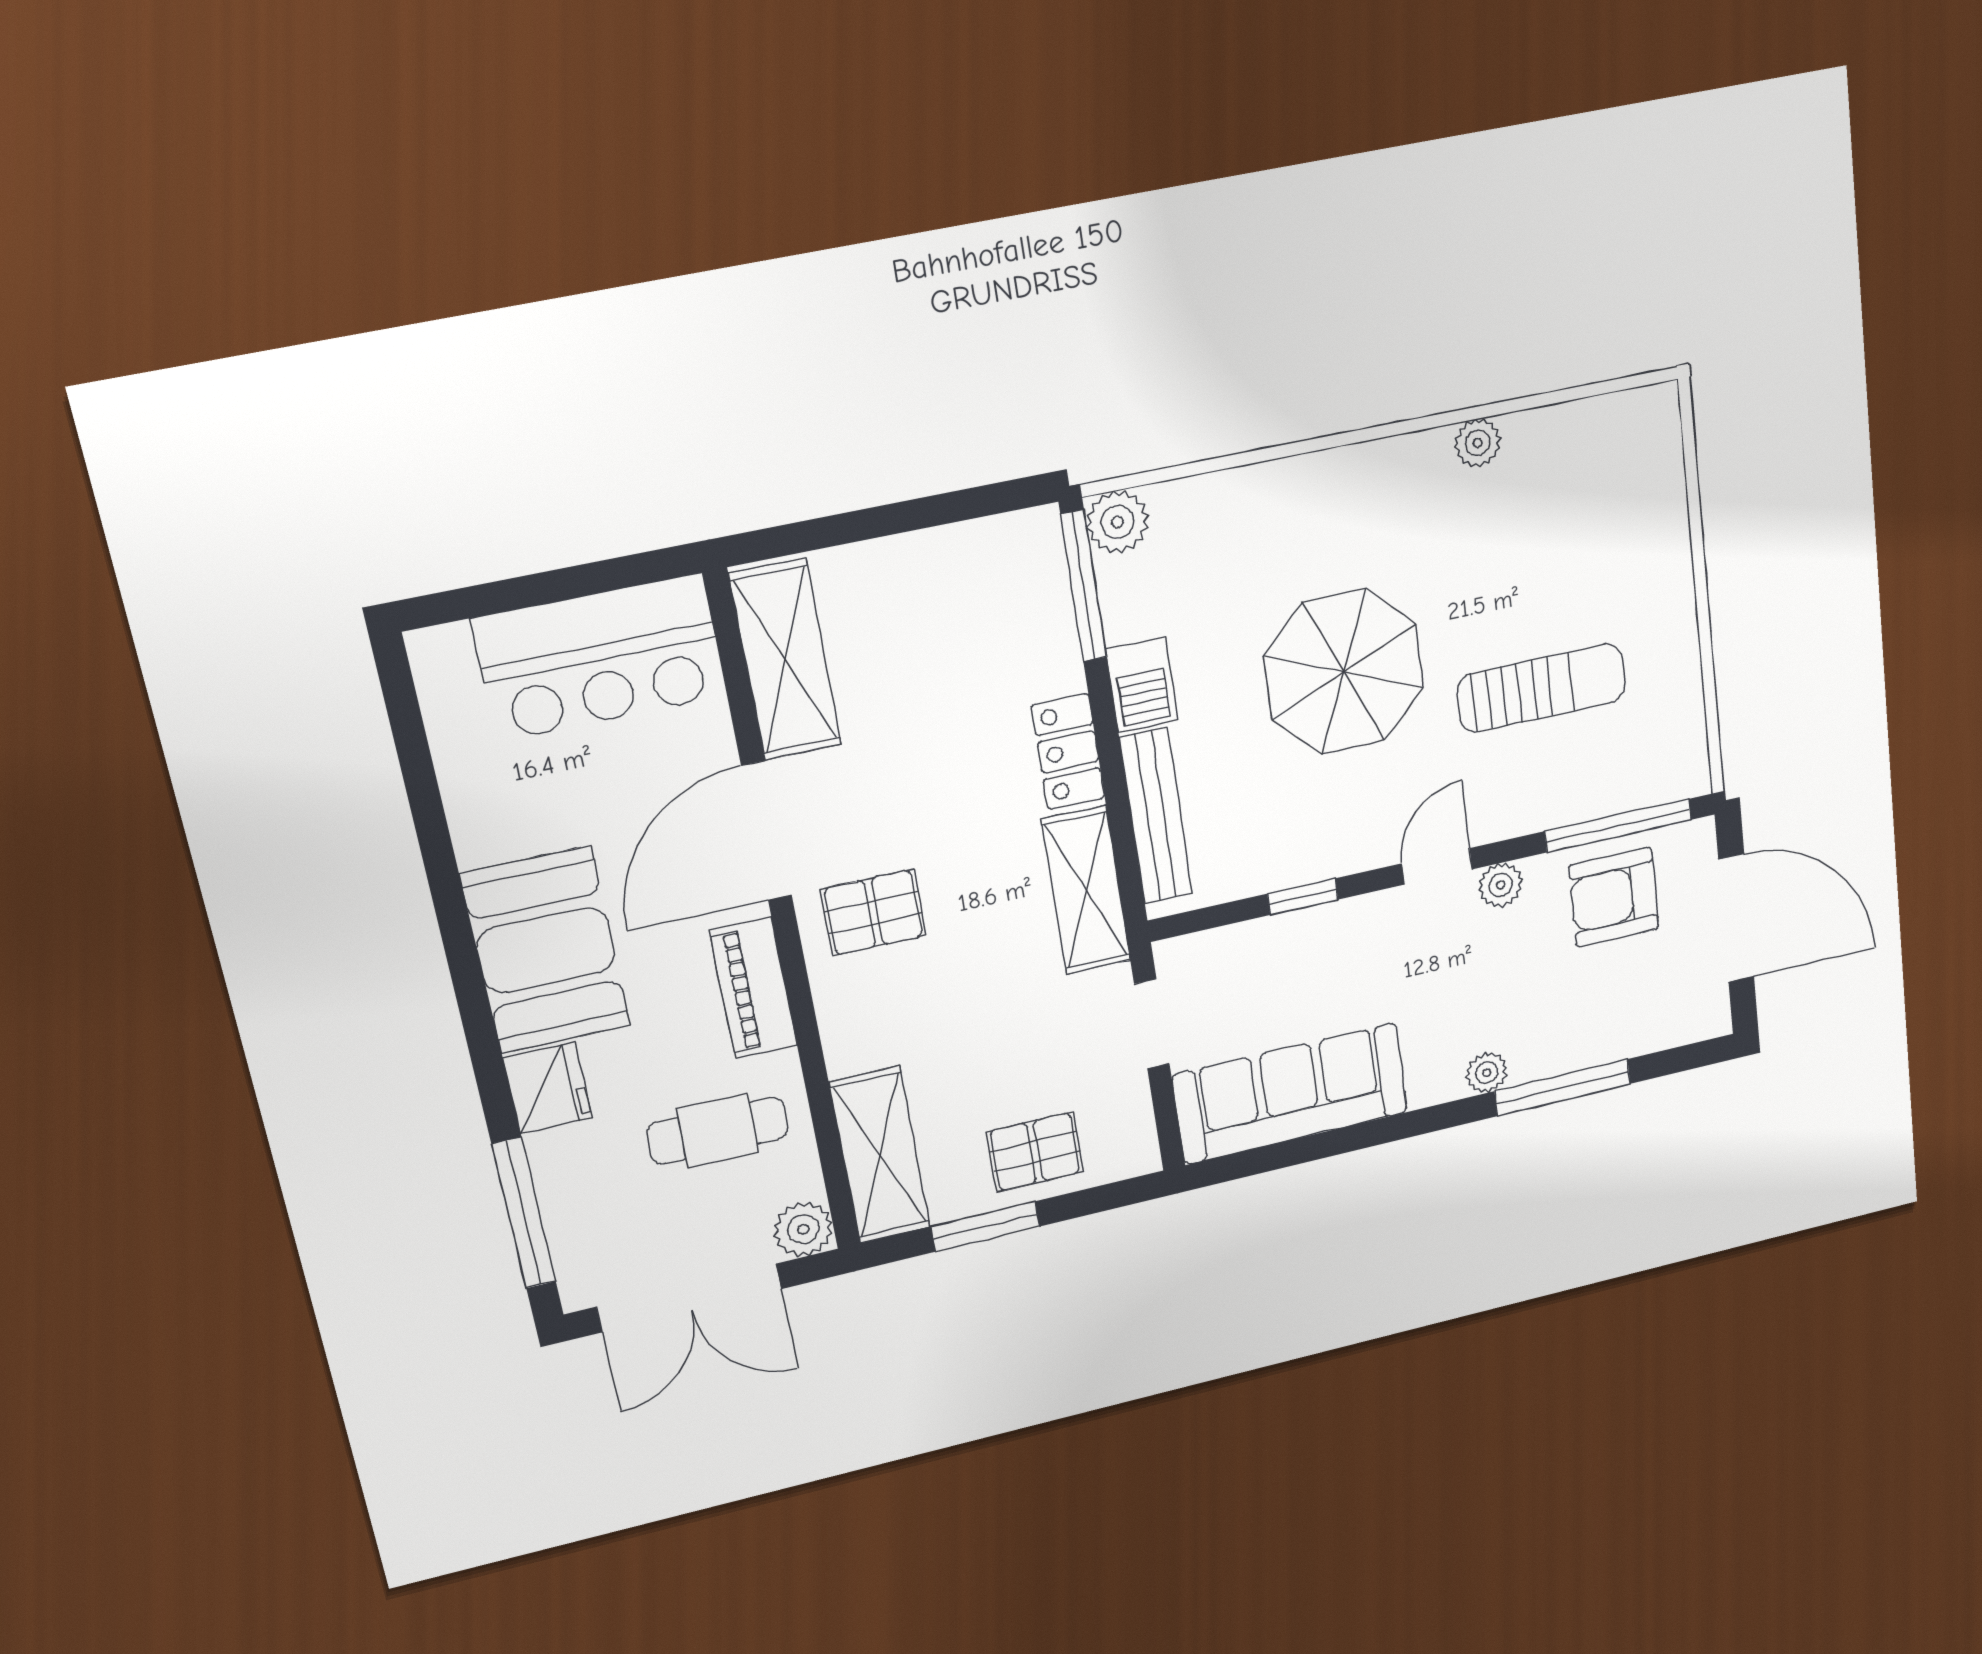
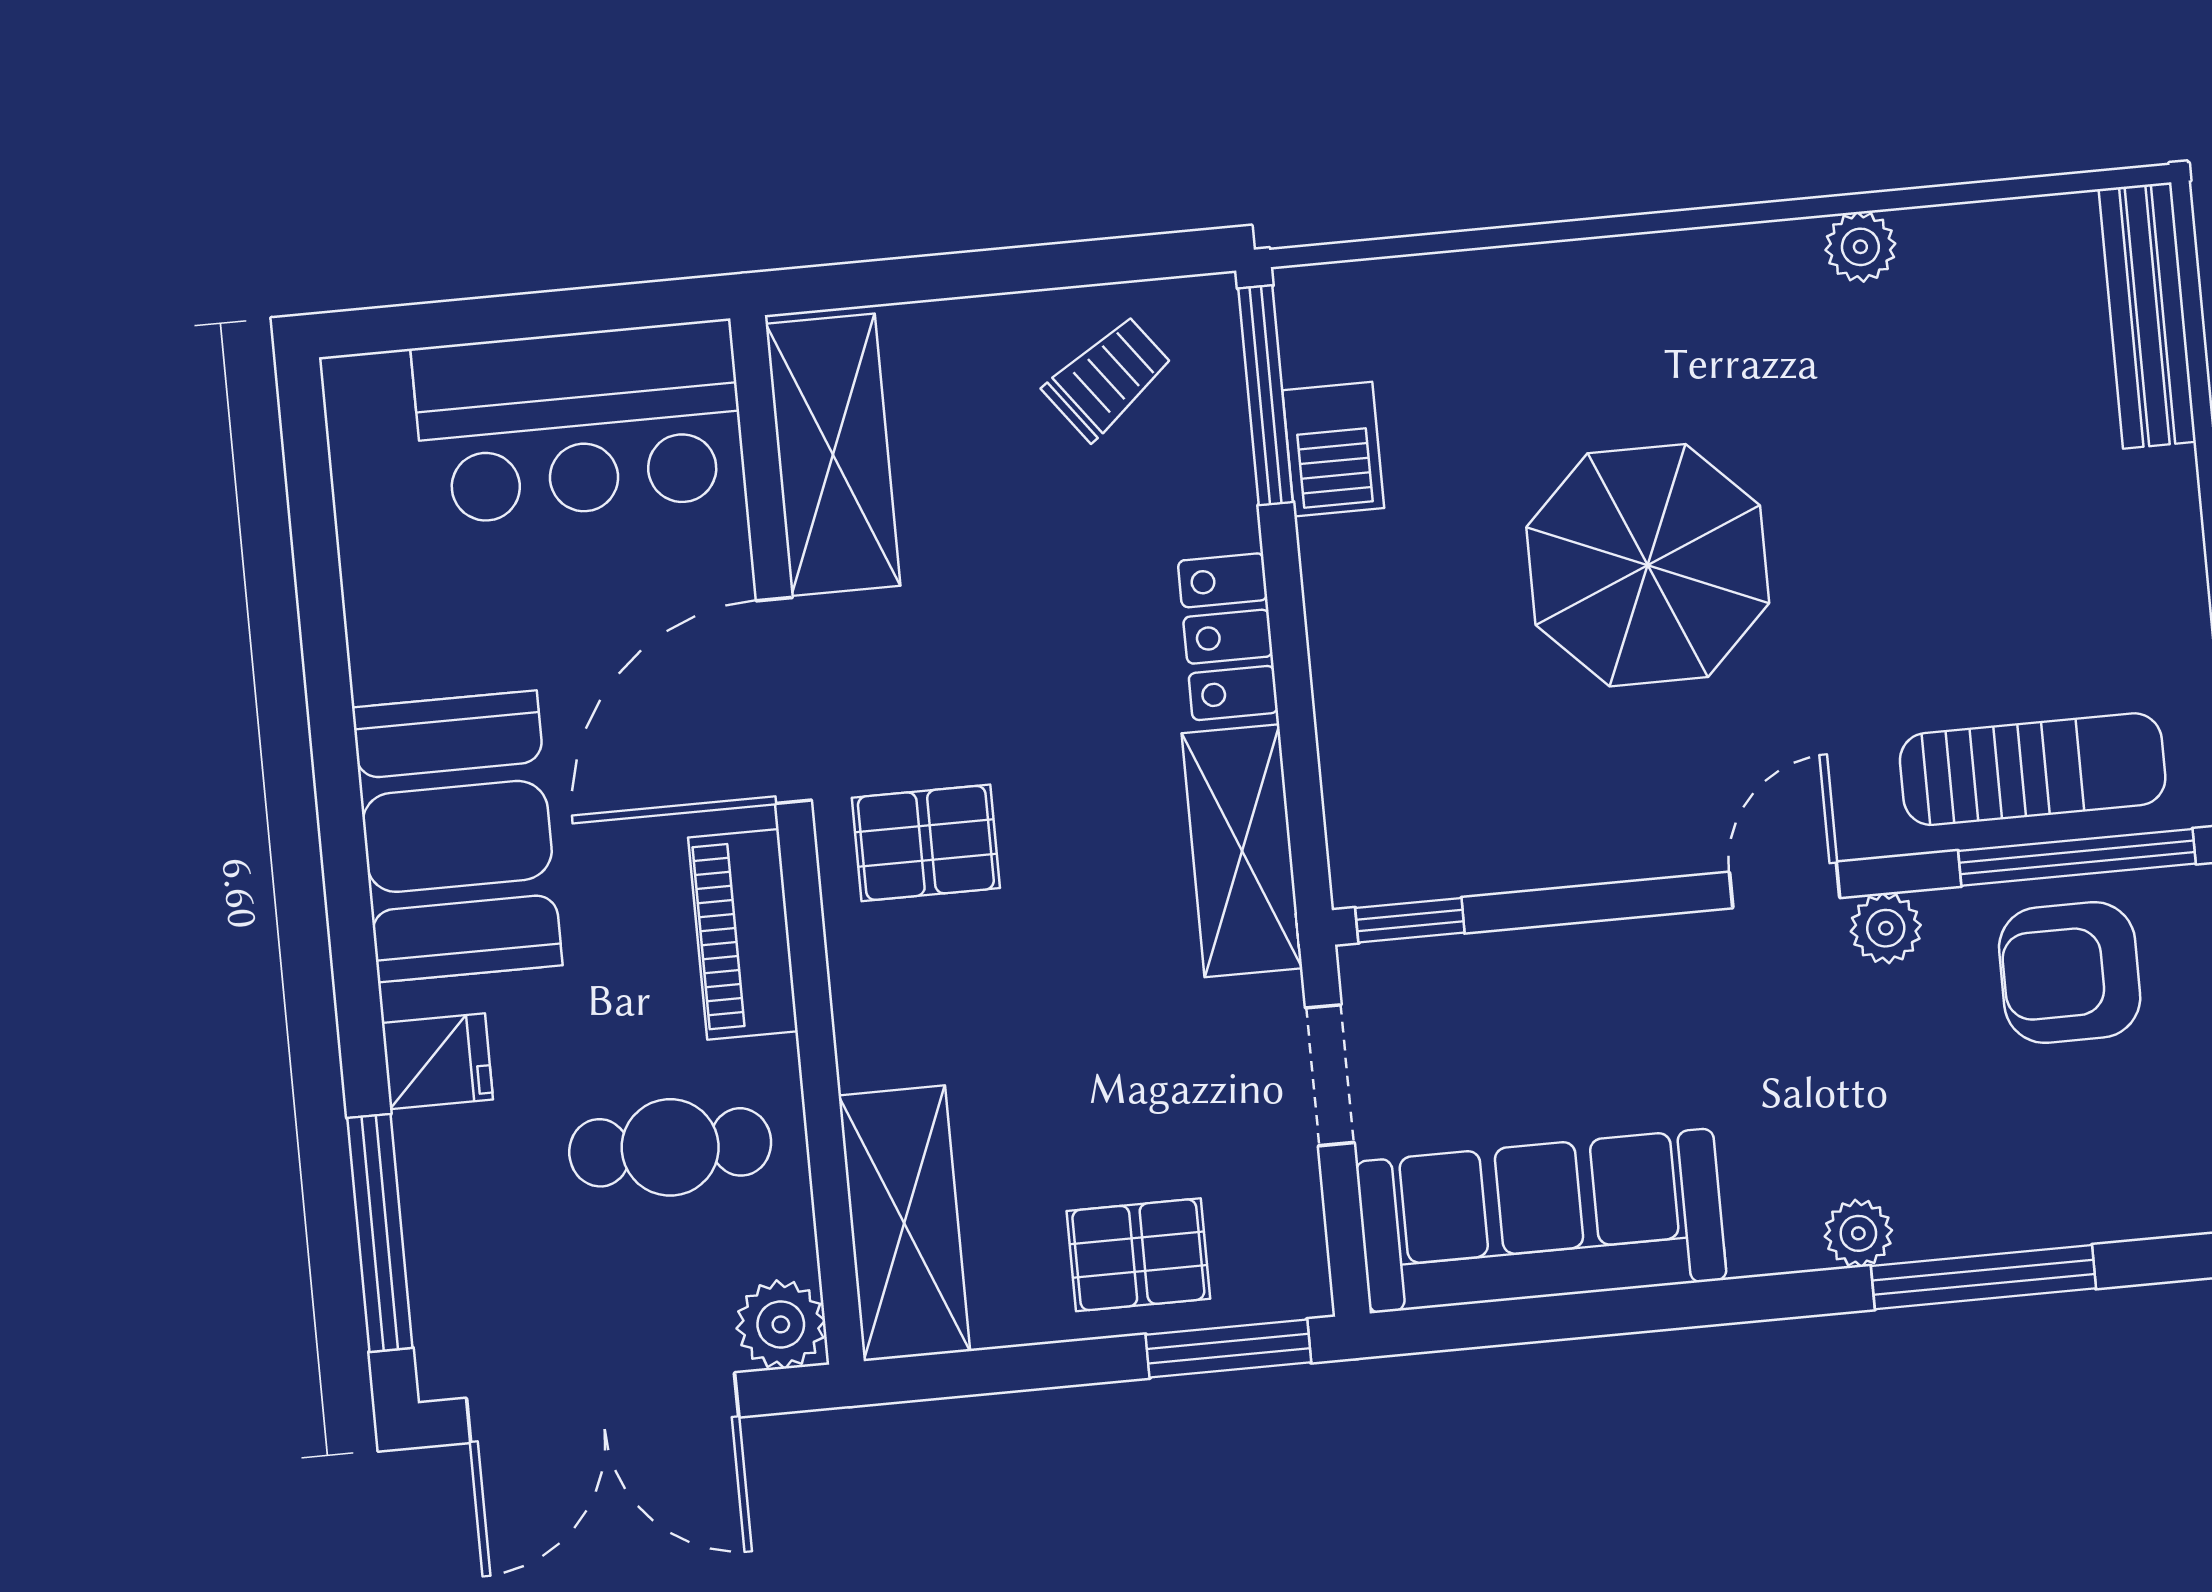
plant: (1118, 522) -> (1320, 308), removed
trolley: (974, 586) -> (1108, 378), added
barbecue: (1142, 685) -> (1333, 449), moved
sun lounger: (1541, 688) -> (2033, 769), moved
bench: (1156, 816) -> (2147, 315), moved
window: (1303, 897) -> (1410, 920), moved
fridge: (548, 1088) -> (437, 1061), width x0.72
window: (985, 1227) -> (1228, 1349), moved

